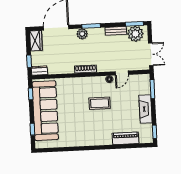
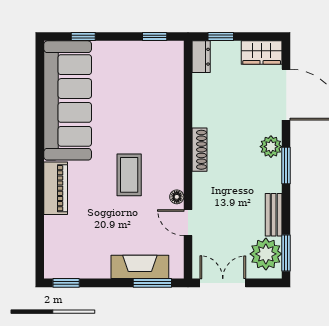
double door: (151, 54) -> (223, 283), swing flipped
fireplace: (145, 109) -> (140, 267), moved
sofa: (45, 111) -> (68, 100), moved, turned -90
piano: (126, 138) -> (56, 188), moved

